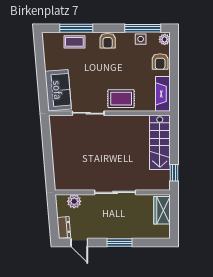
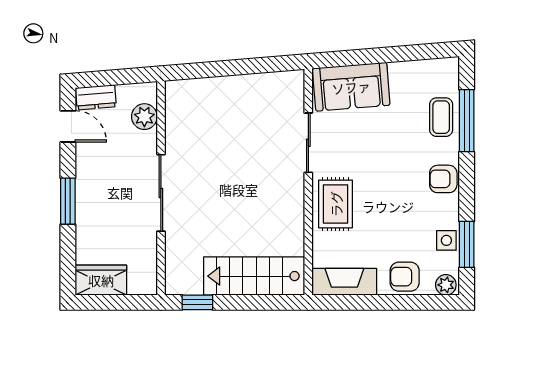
window: (143, 28) -> (467, 244), width x0.69
wardrobe: (162, 210) -> (101, 280), moved
door: (79, 242) -> (68, 126), swing flipped

